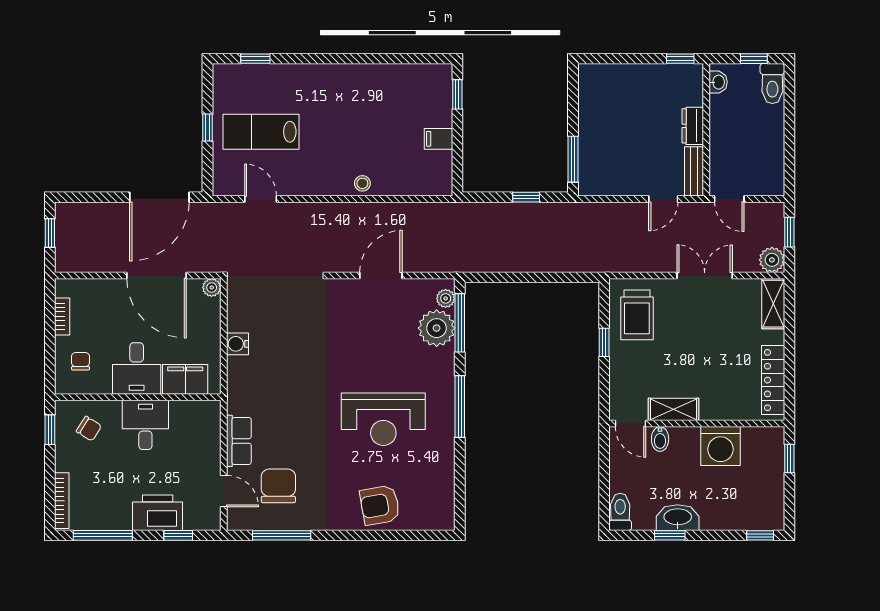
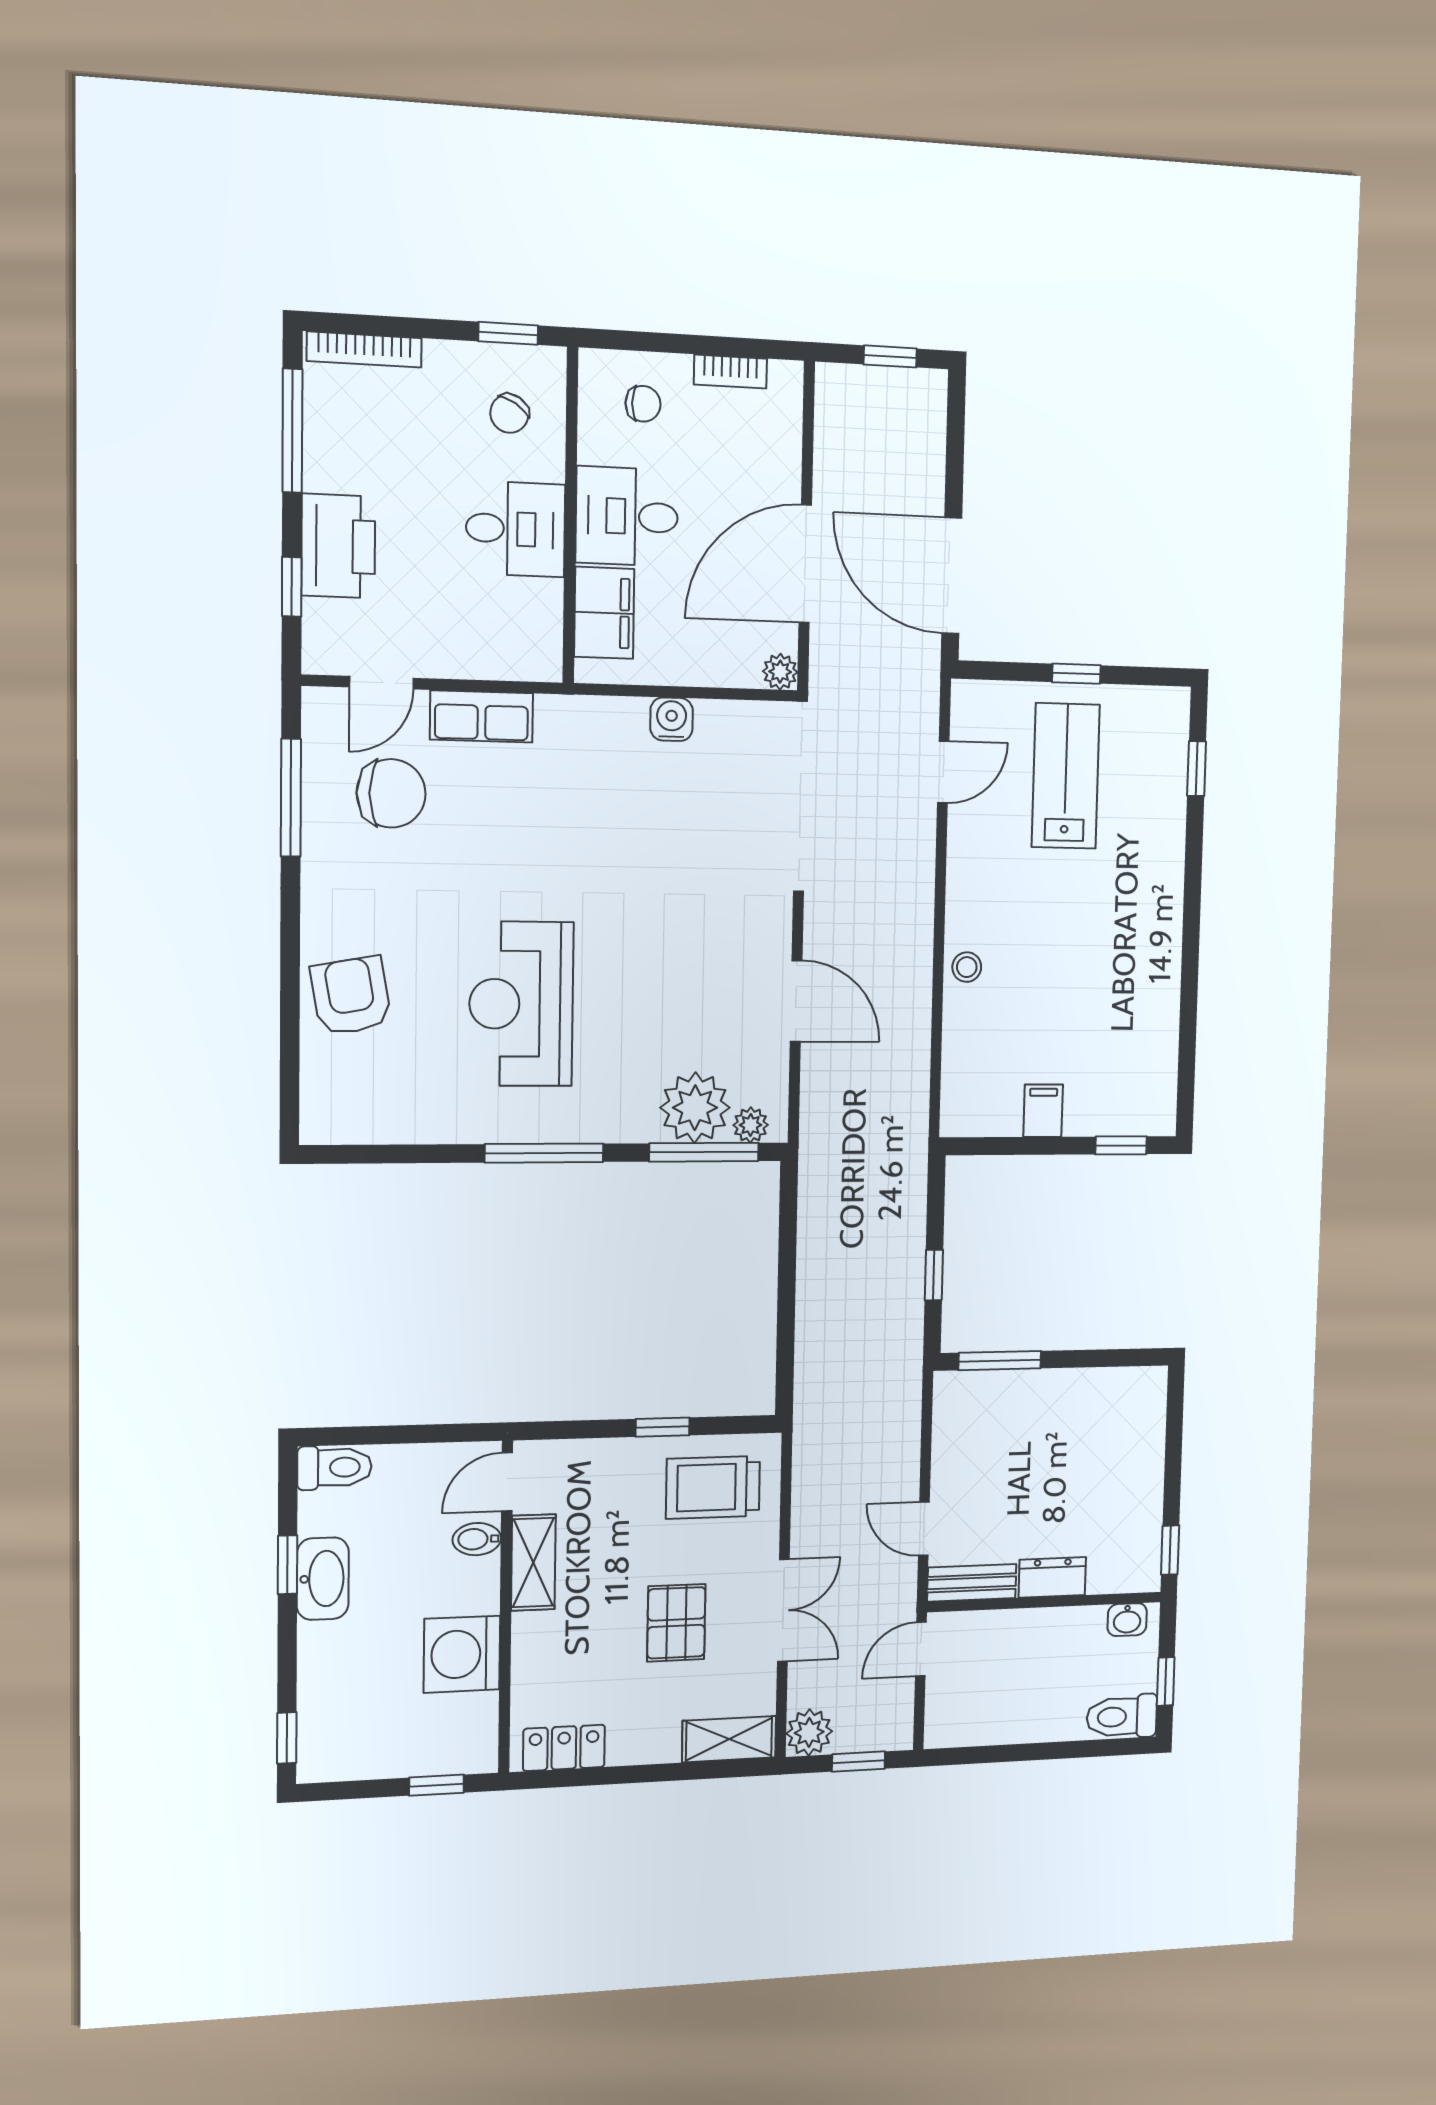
pallet: (709, 333) -> (676, 1623), added
locker: (773, 380) -> (564, 1748), width x0.66

